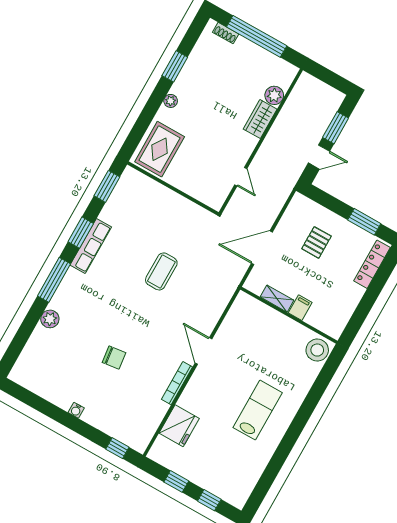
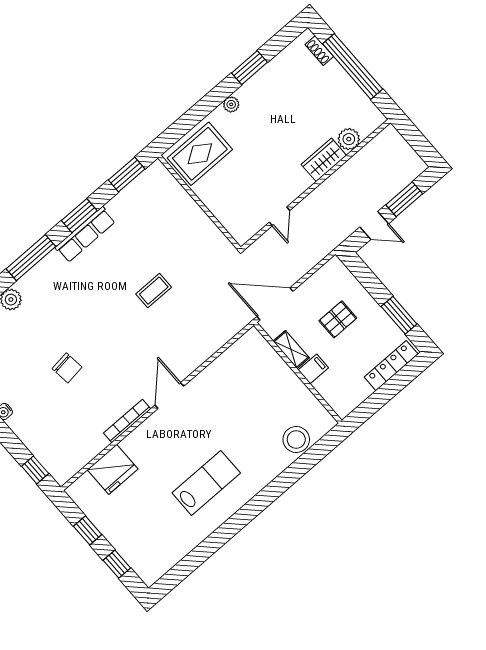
coffee table: (161, 271) -> (154, 291), width x0.73, depth x0.77
shelving: (277, 299) -> (291, 350), moved
filing cabinet: (300, 308) -> (313, 369), moved
wall: (289, 315) -> (298, 373), moved

